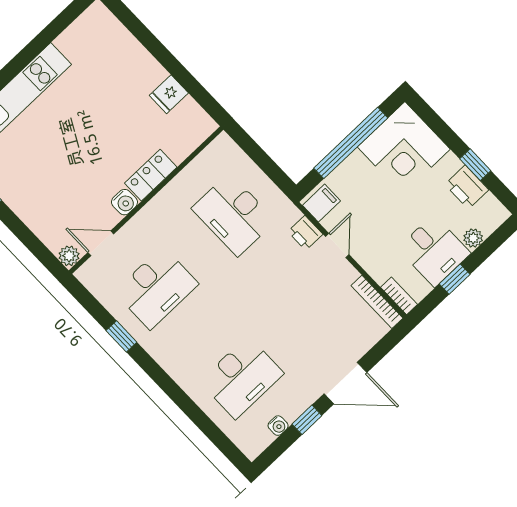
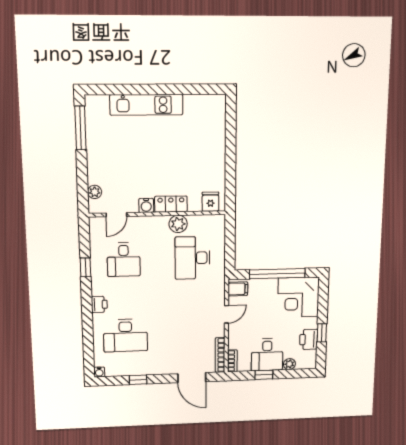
fridge: (169, 94) -> (210, 202), moved, turned 90
plant: (180, 190) -> (178, 224), added
printer: (305, 233) -> (99, 304), moved, turned 180
door: (101, 243) -> (116, 215), swing flipped
plant: (69, 256) -> (95, 192), moved
desk: (156, 288) -> (124, 260), width x0.73
door: (345, 383) -> (192, 378), moved
water cooler: (278, 426) -> (99, 372), moved

